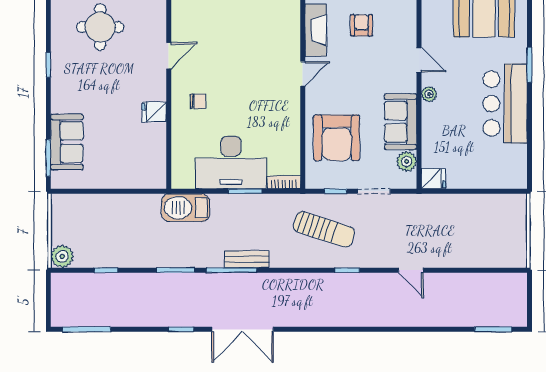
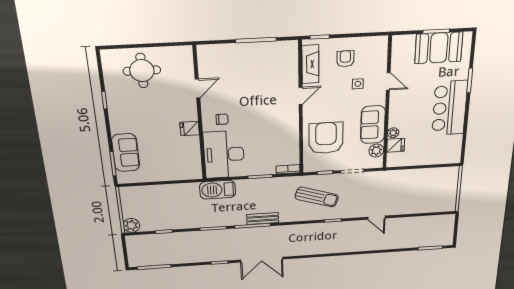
side table: (379, 61) -> (358, 84), added
plant: (429, 94) -> (393, 133), moved
armchair: (337, 138) -> (326, 138), turned 180
desk: (231, 163) -> (224, 155), moved, turned 90
fridge: (433, 179) -> (396, 145), moved

